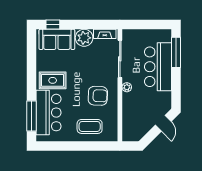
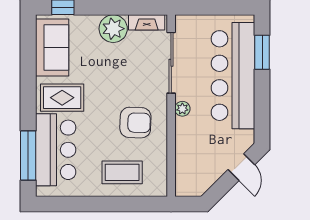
sofa: (57, 39) -> (52, 48), moved, turned -90
window: (176, 52) -> (262, 52), width x0.69
bar counter: (158, 67) -> (233, 76), width x1.36

